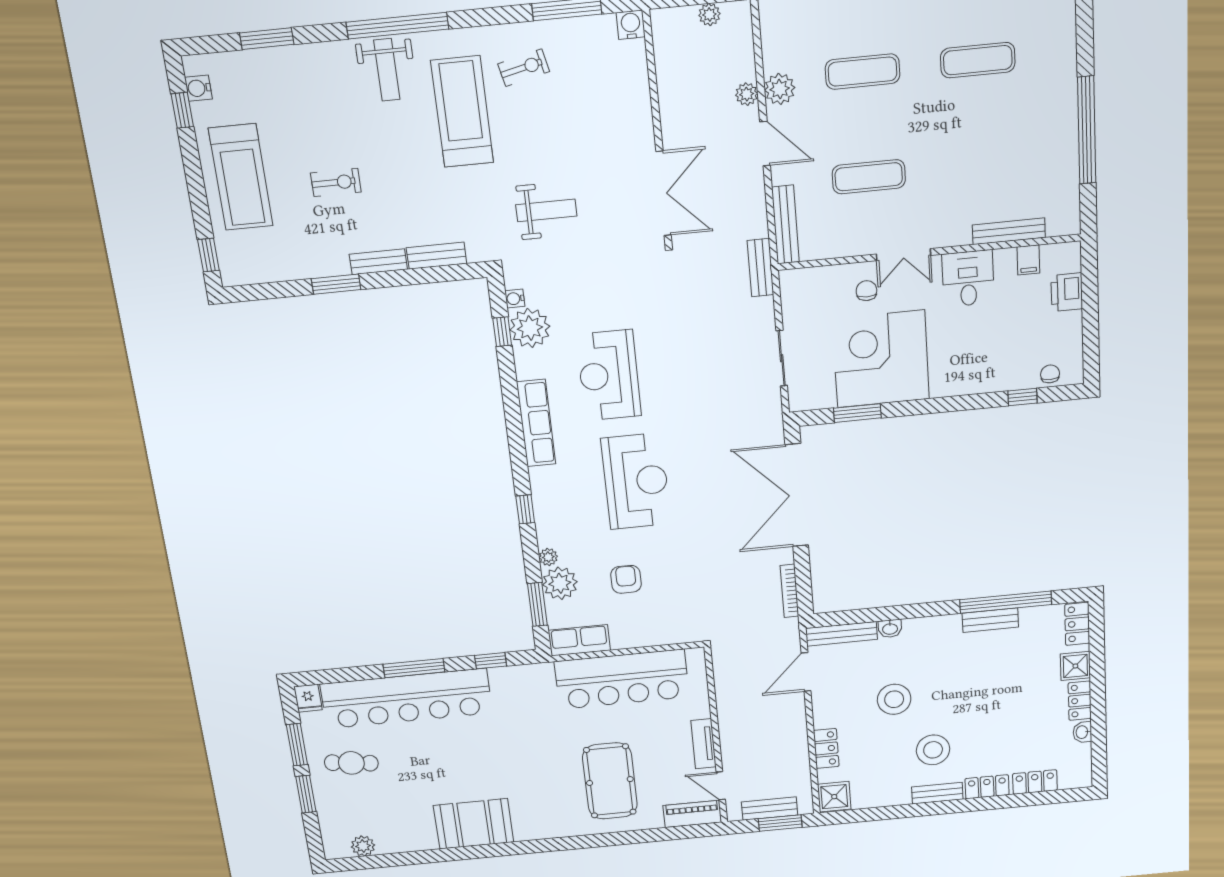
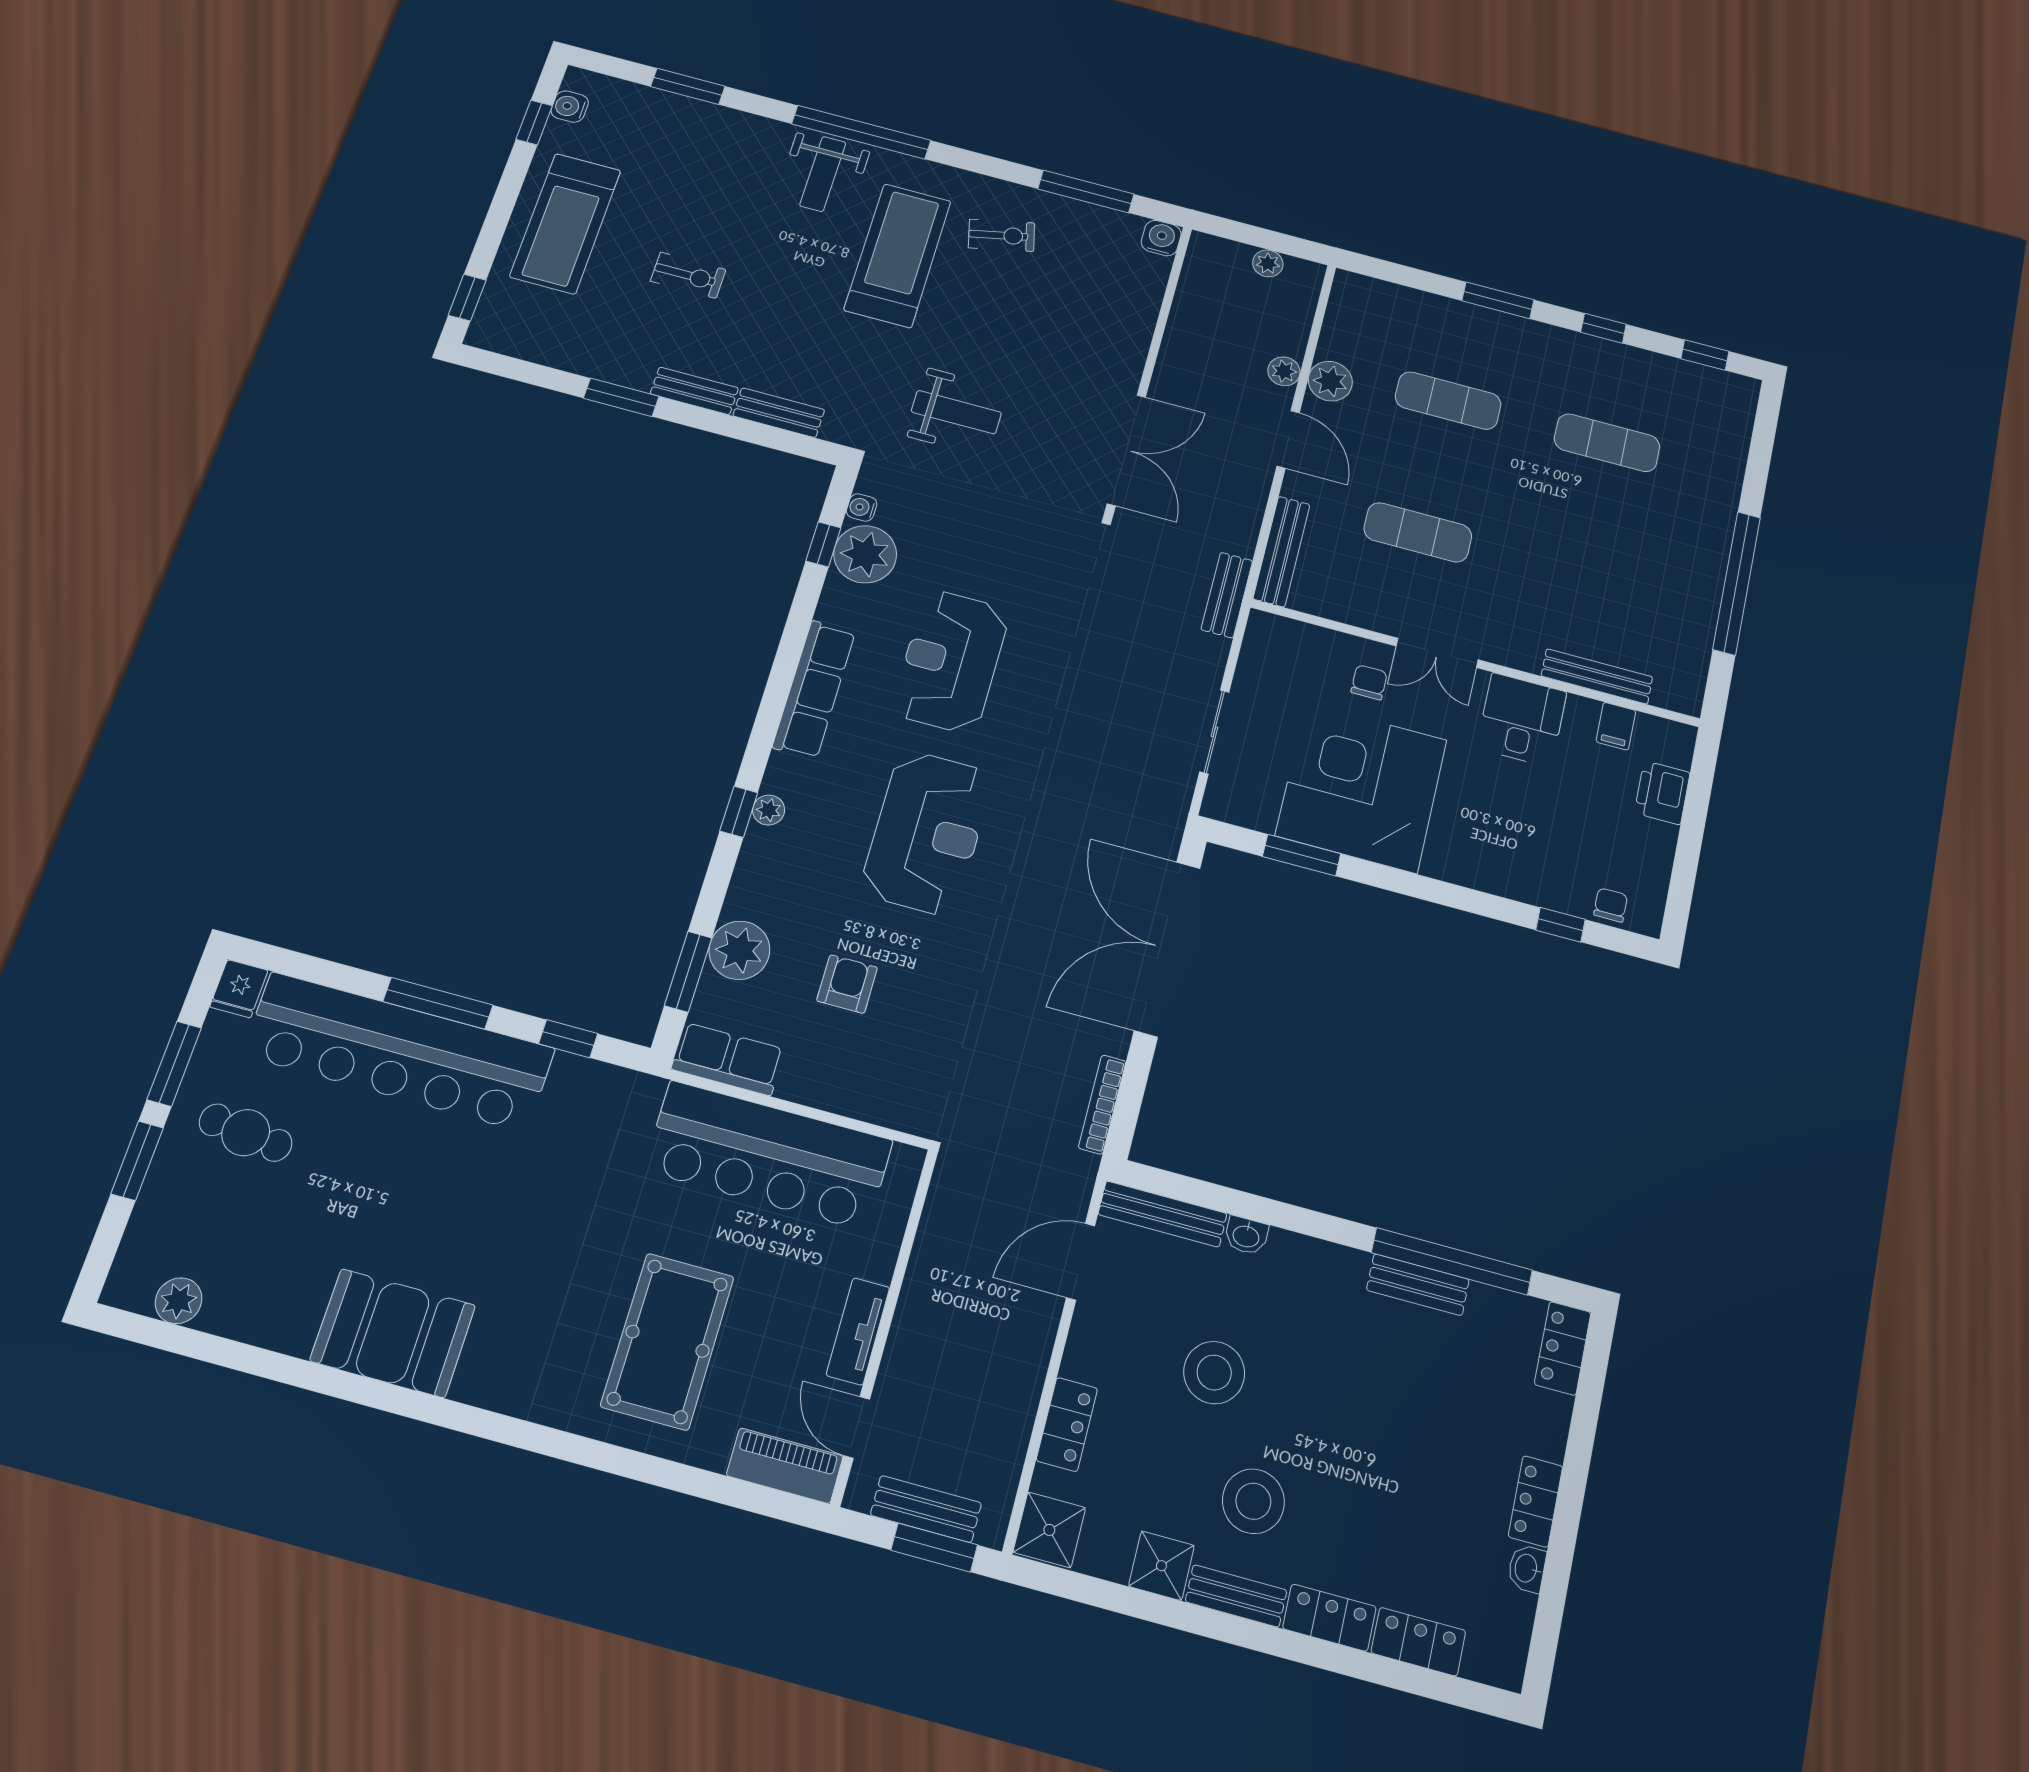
plant: (548, 557) -> (769, 810), moved
shower: (1075, 666) -> (1161, 1566), moved

